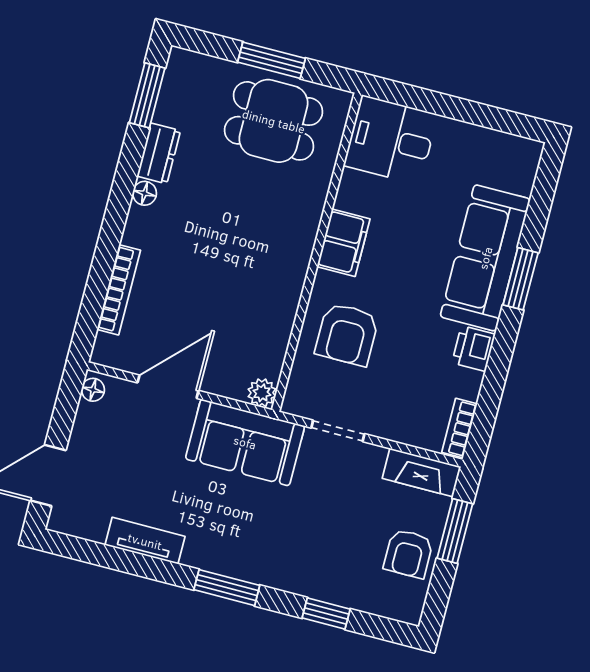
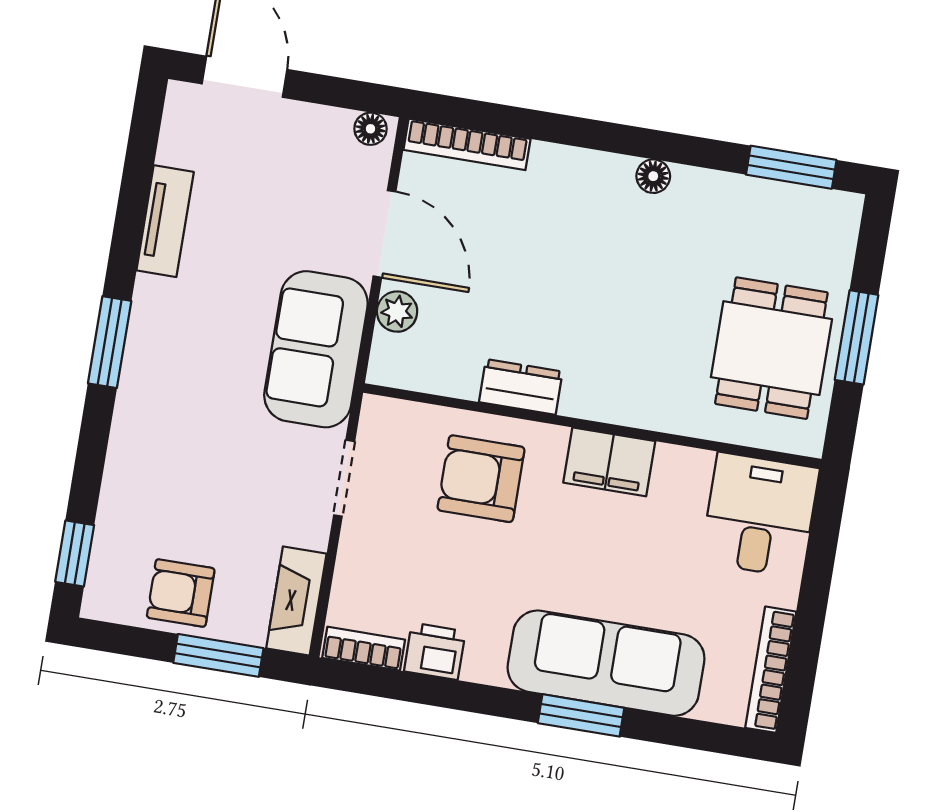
bookcase: (500, 142) -> (771, 670), added
dresser: (159, 153) -> (521, 387), moved, turned 180
bookcase: (119, 290) -> (467, 144), moved
printer: (474, 348) -> (435, 651), moved
plant: (262, 393) -> (397, 312), moved
window: (326, 613) -> (75, 553), moved

